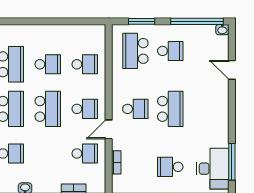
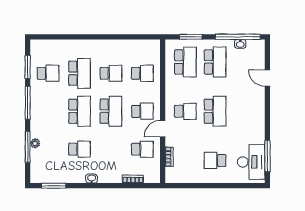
washbasin: (222, 30) -> (240, 44), moved
school desk: (135, 51) -> (185, 62), turned 180
school desk: (170, 51) -> (215, 62), width x1.85

